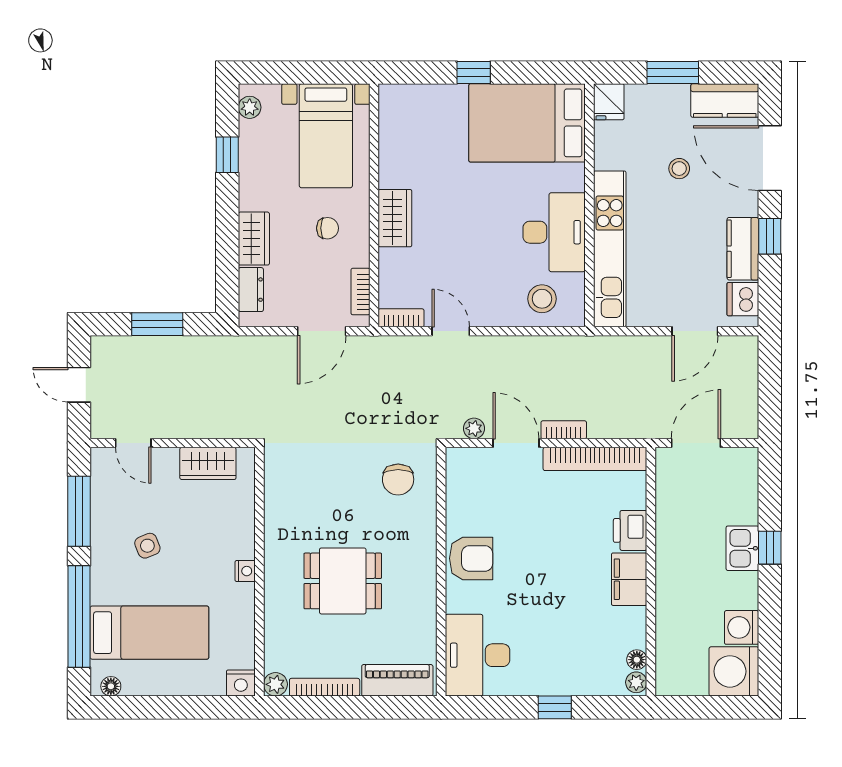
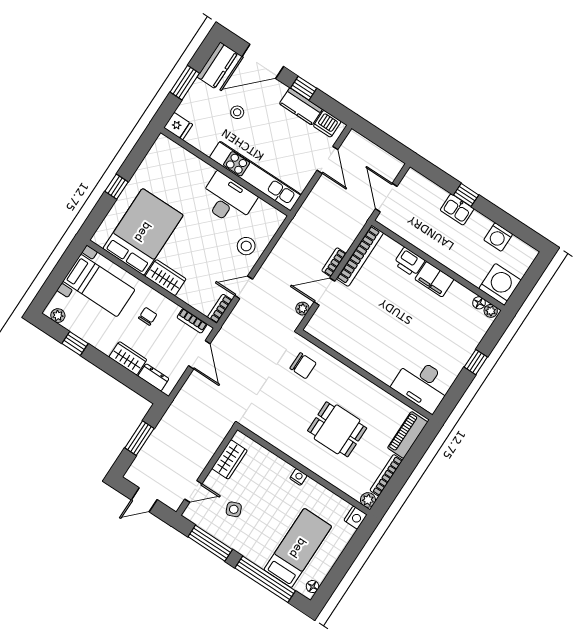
bed: (527, 123) -> (143, 232), moved, turned 180
stool: (542, 299) -> (246, 246), moved
side table: (147, 546) -> (234, 509), moved
armchair: (471, 558) -> (369, 355), removed
dining table: (343, 581) -> (337, 429), turned 90
washing machine: (734, 671) -> (500, 284), moved, turned 180

